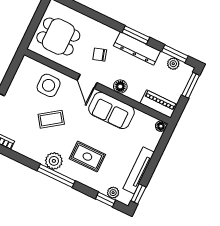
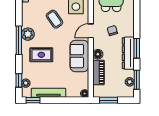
window: (191, 85) -> (109, 100), moved
piano: (159, 104) -> (98, 72), moved
rug: (87, 157) -> (41, 55), turned 90

